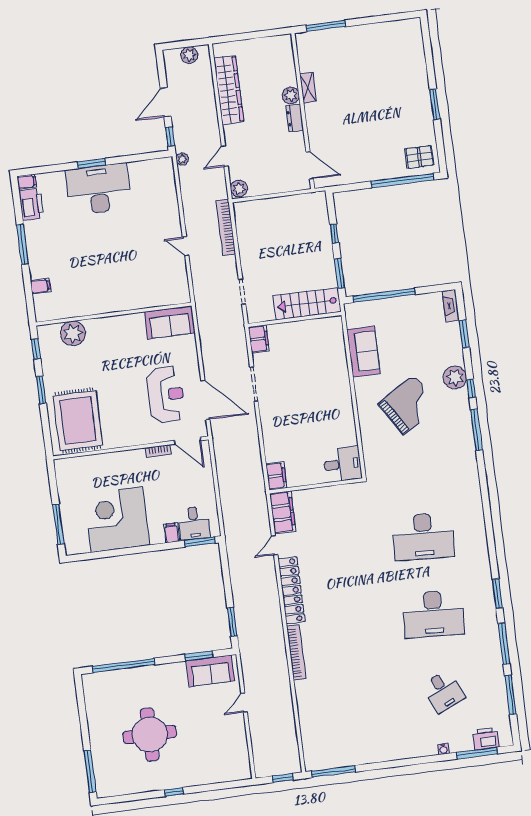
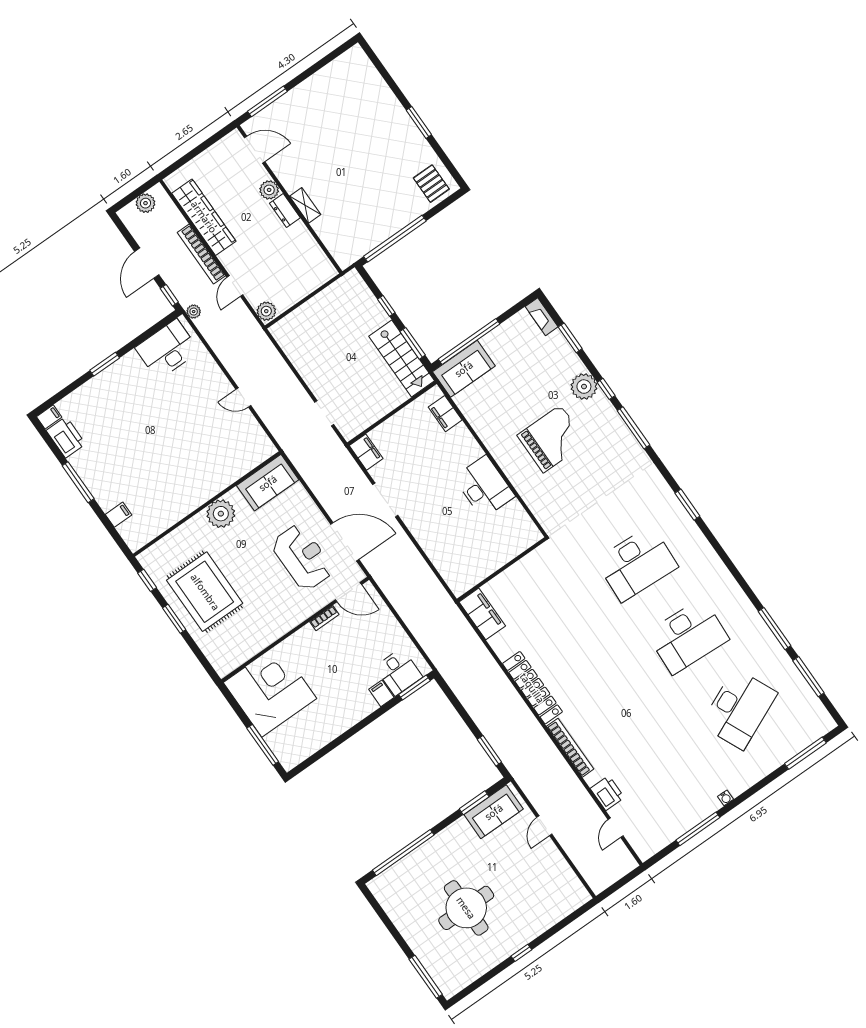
shelving: (308, 88) -> (305, 205), moved
pallet: (419, 157) -> (431, 184), turned 90
door: (310, 165) -> (255, 150), moved
window: (402, 181) -> (395, 239), moved
desk: (98, 189) -> (167, 349), moved, width x0.73, depth x0.77
bookcase: (226, 227) -> (201, 254), moved
stairs: (307, 304) -> (402, 359), moved, turned -90
plant: (73, 333) -> (221, 514), moved
sofa: (363, 352) -> (464, 369), moved, turned 90
grand piano: (409, 405) -> (552, 439), turned 32
rug: (78, 420) -> (205, 592), moved
desk: (343, 464) -> (484, 487), moved, width x1.37
filing cabinet: (276, 476) -> (445, 414), moved, turned 180
corner desk: (117, 520) -> (270, 691), moved, turned 90
door: (275, 545) -> (616, 828), moved
window: (497, 594) -> (687, 505), moved
desk: (443, 691) -> (739, 709), width x1.87, depth x1.30
printer: (486, 739) -> (607, 793), moved, turned 90
water cooler: (443, 749) -> (726, 798), moved
window: (333, 772) -> (698, 829), moved
window: (283, 778) -> (623, 881), removed

